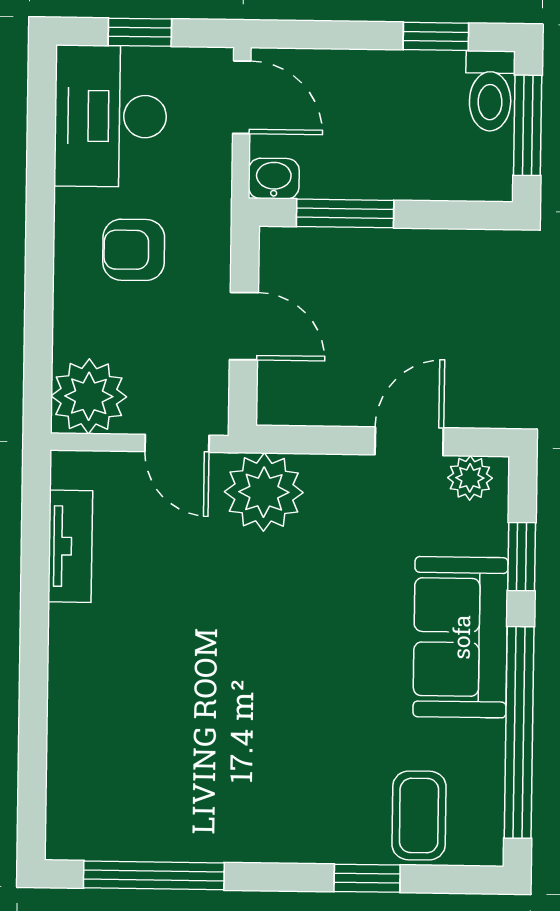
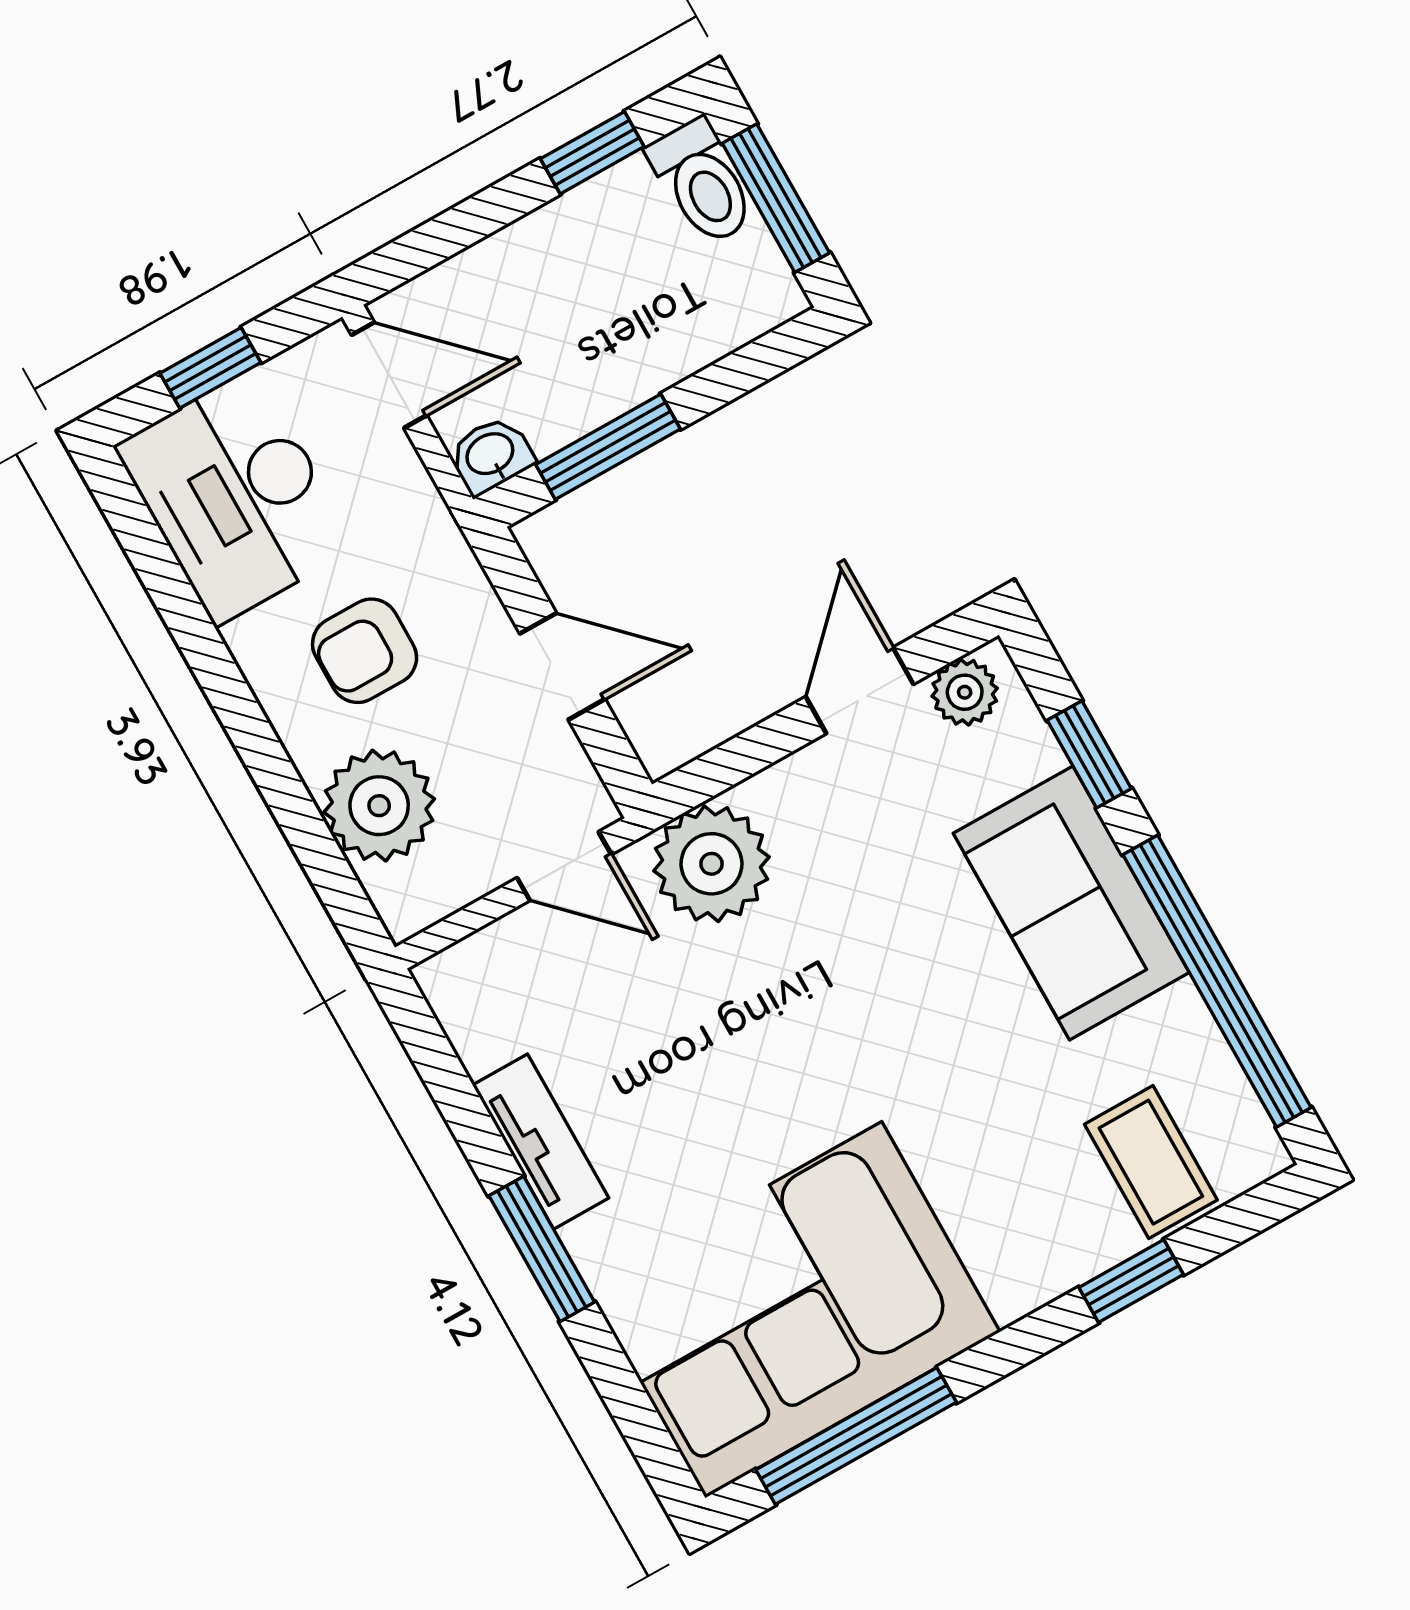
plant: (89, 396) -> (379, 806), moved
tv unit: (70, 546) -> (541, 1142), moved
window: (34, 659) -> (542, 1249), added
corner sofa: (160, 780) -> (793, 1310), added

